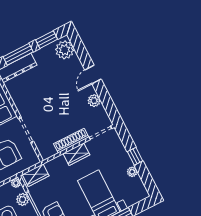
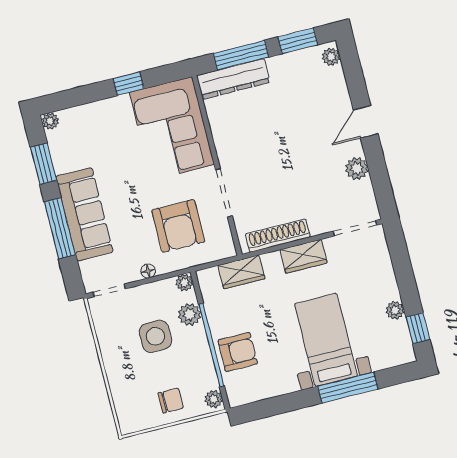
plant: (65, 50) -> (331, 57), width x0.53, depth x0.53
shoe rack: (71, 141) -> (278, 236), moved
window: (135, 156) -> (418, 328), moved
wardrobe: (36, 175) -> (241, 272), moved

